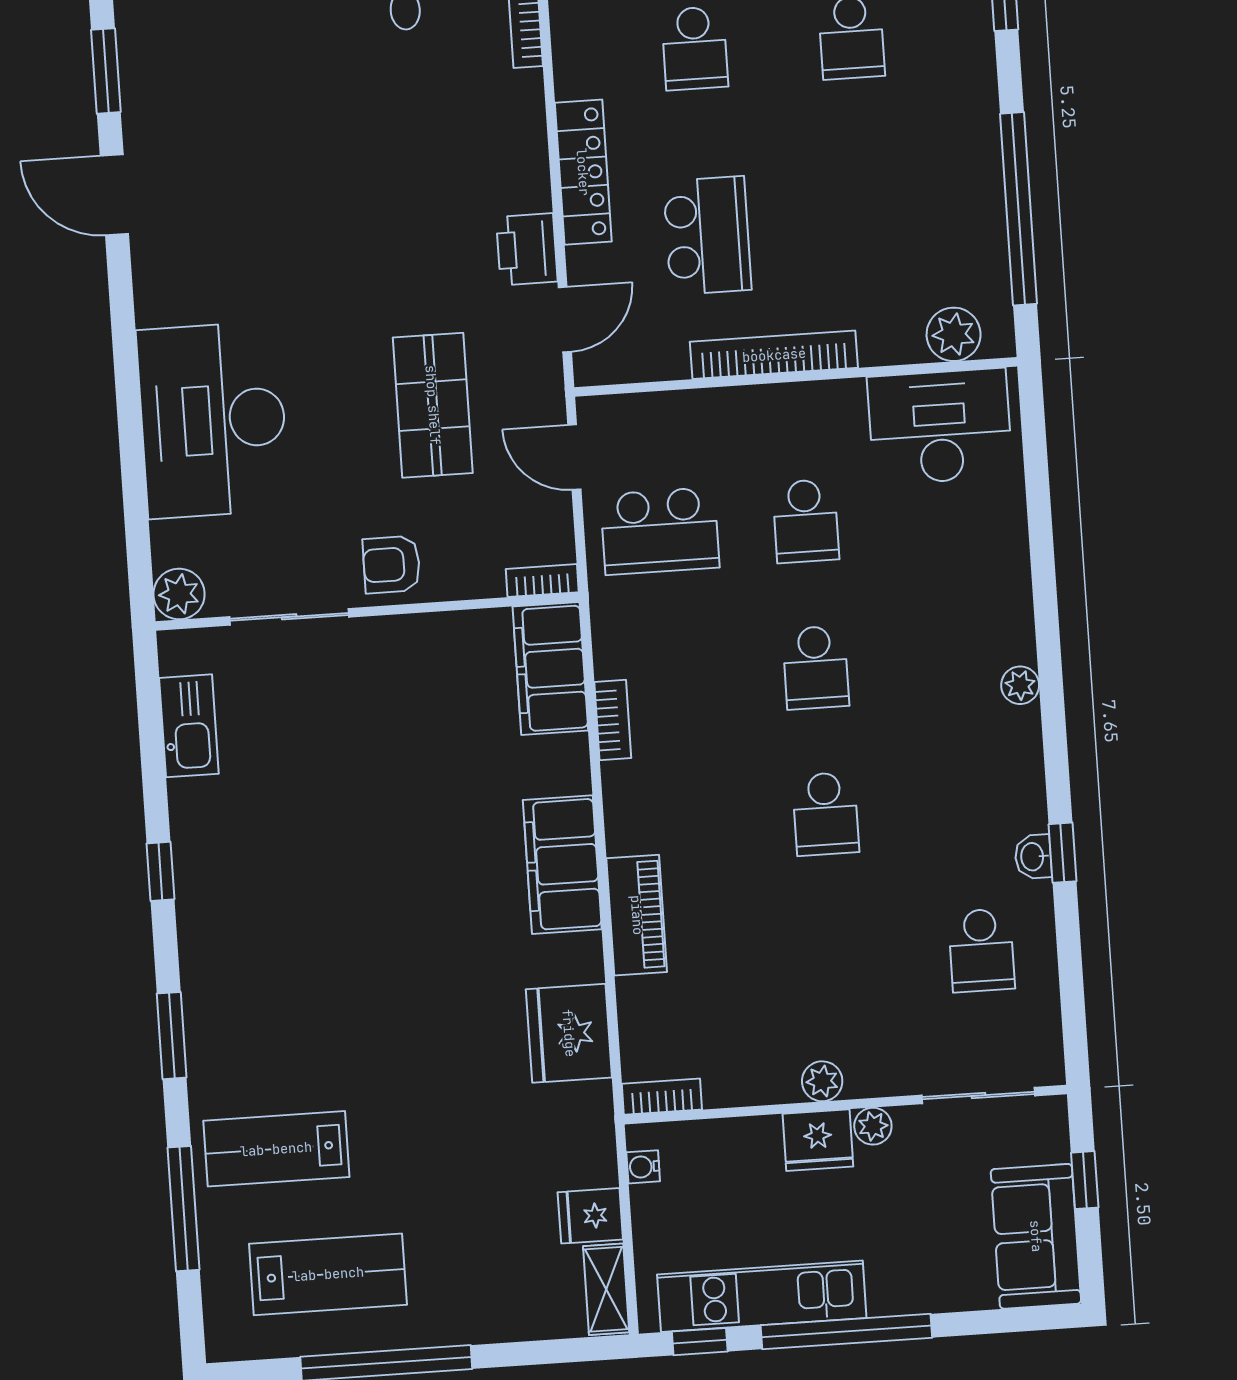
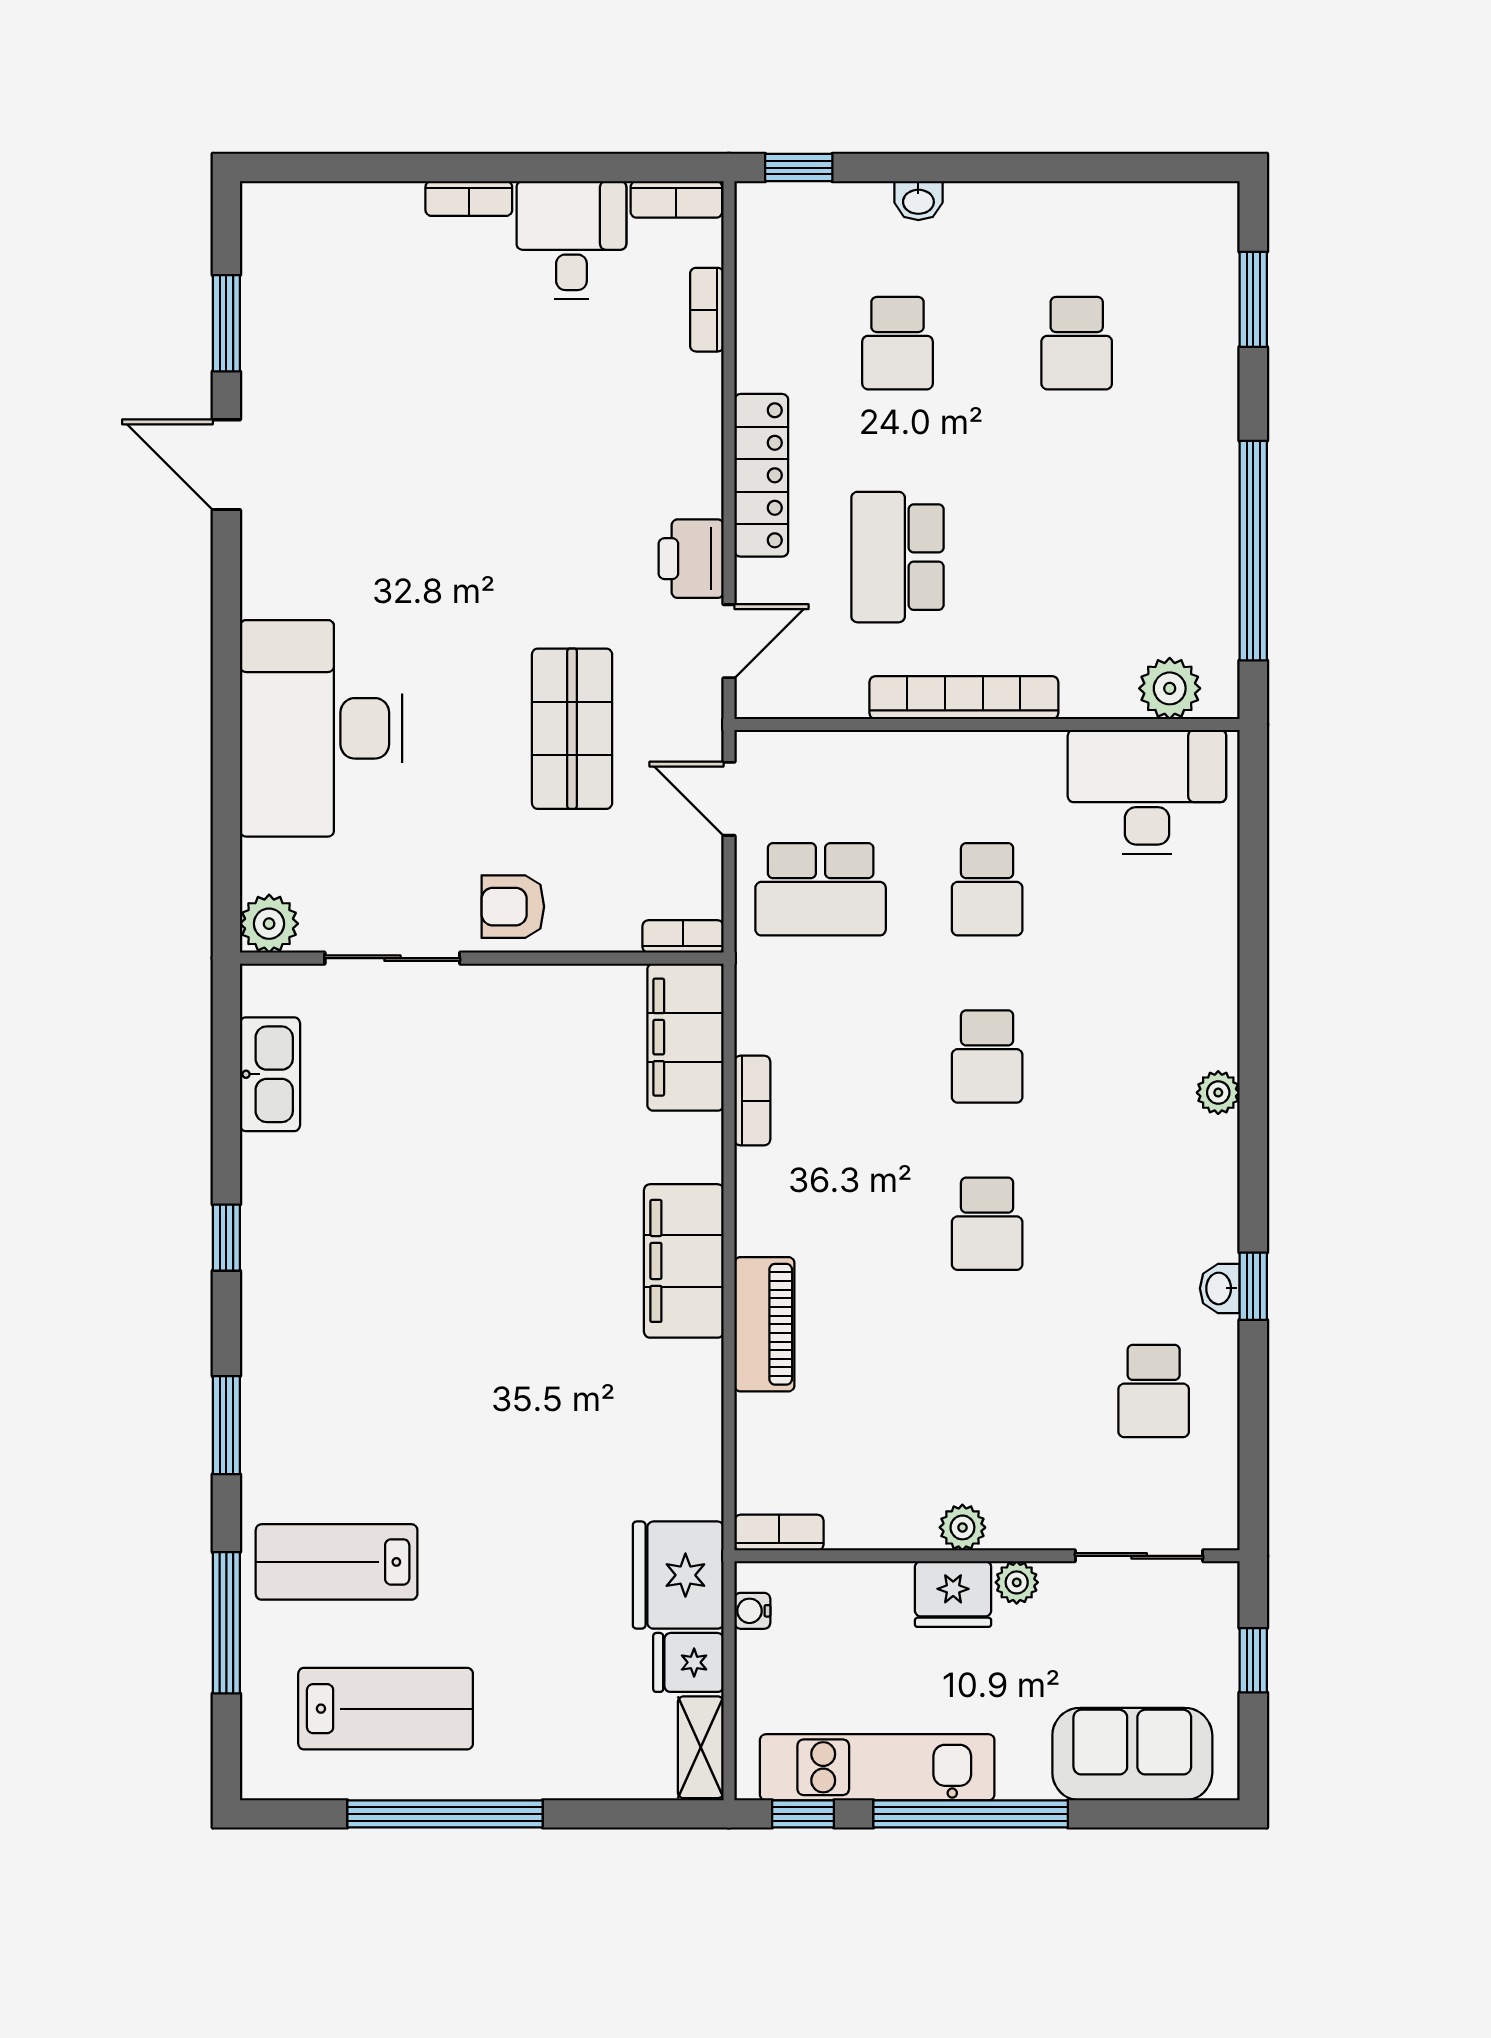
school desk: (707, 236) -> (898, 557), turned 180
fridge: (569, 1033) -> (678, 1575), moved
sofa: (1036, 1236) -> (1132, 1754), moved, turned 90

